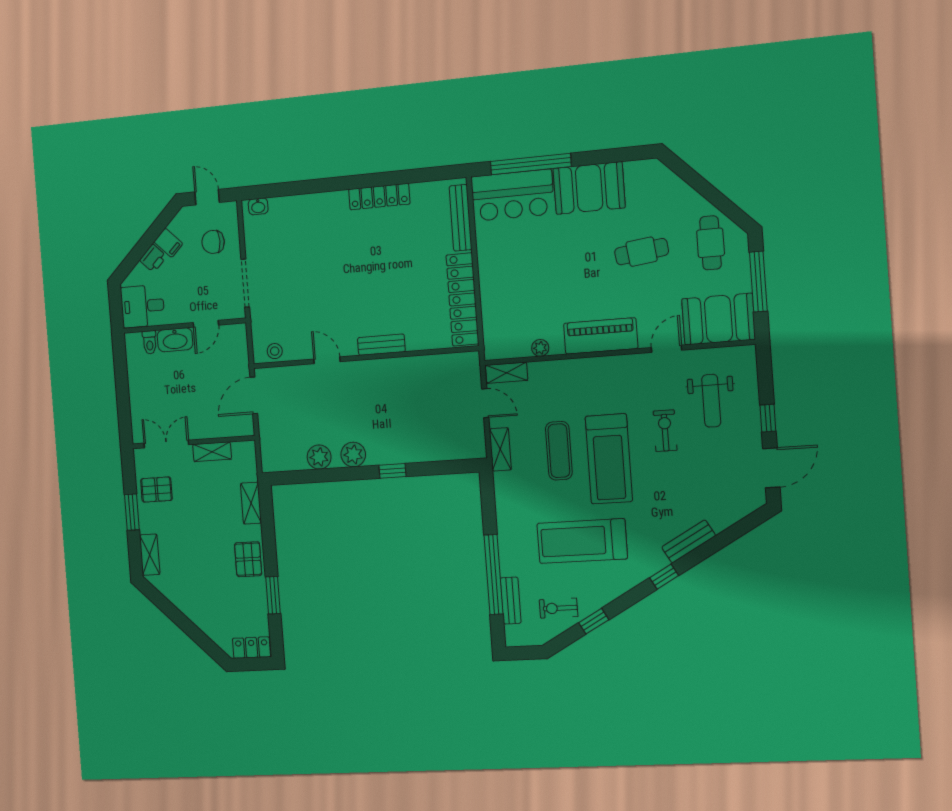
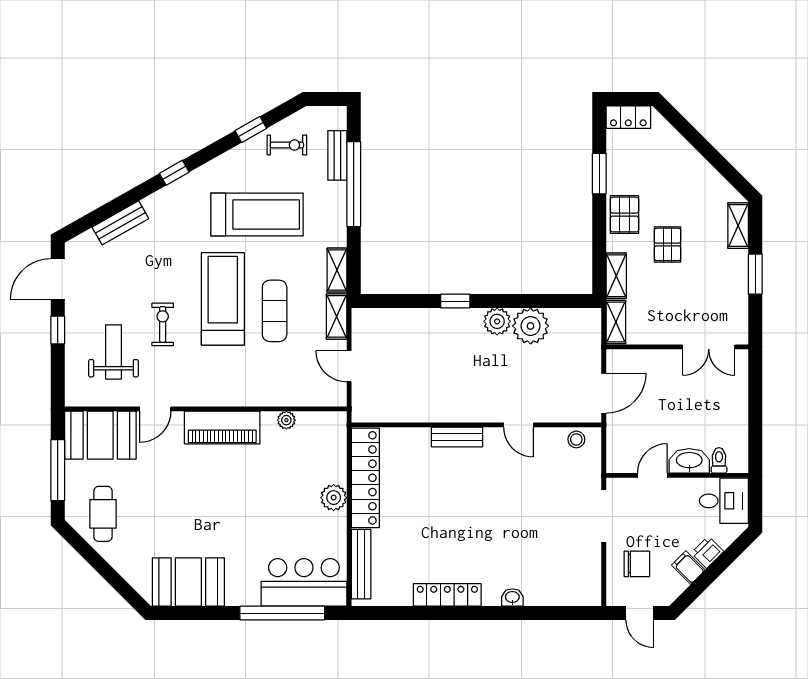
booth: (589, 188) -> (188, 582), moved
washbasin: (258, 206) -> (512, 597), moved
cafe table: (642, 252) -> (174, 511), removed
plant: (491, 278) -> (334, 498), added
shelving: (507, 373) -> (337, 270), moved, turned 90
exercise bike: (665, 431) -> (163, 324), turned 180
shelving: (212, 452) -> (616, 322), moved, turned 90
plant: (319, 457) -> (531, 326), width x1.36, depth x1.36
pallet: (156, 490) -> (668, 244), moved, turned 90
bench: (689, 541) -> (120, 223), moved

